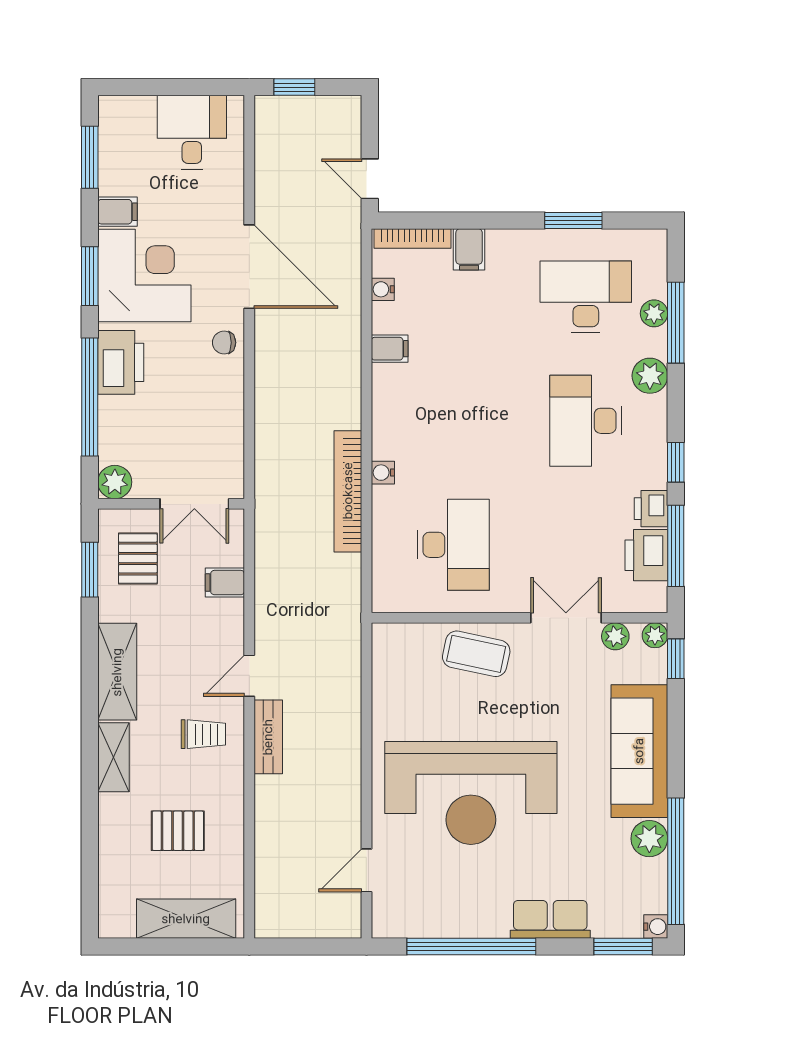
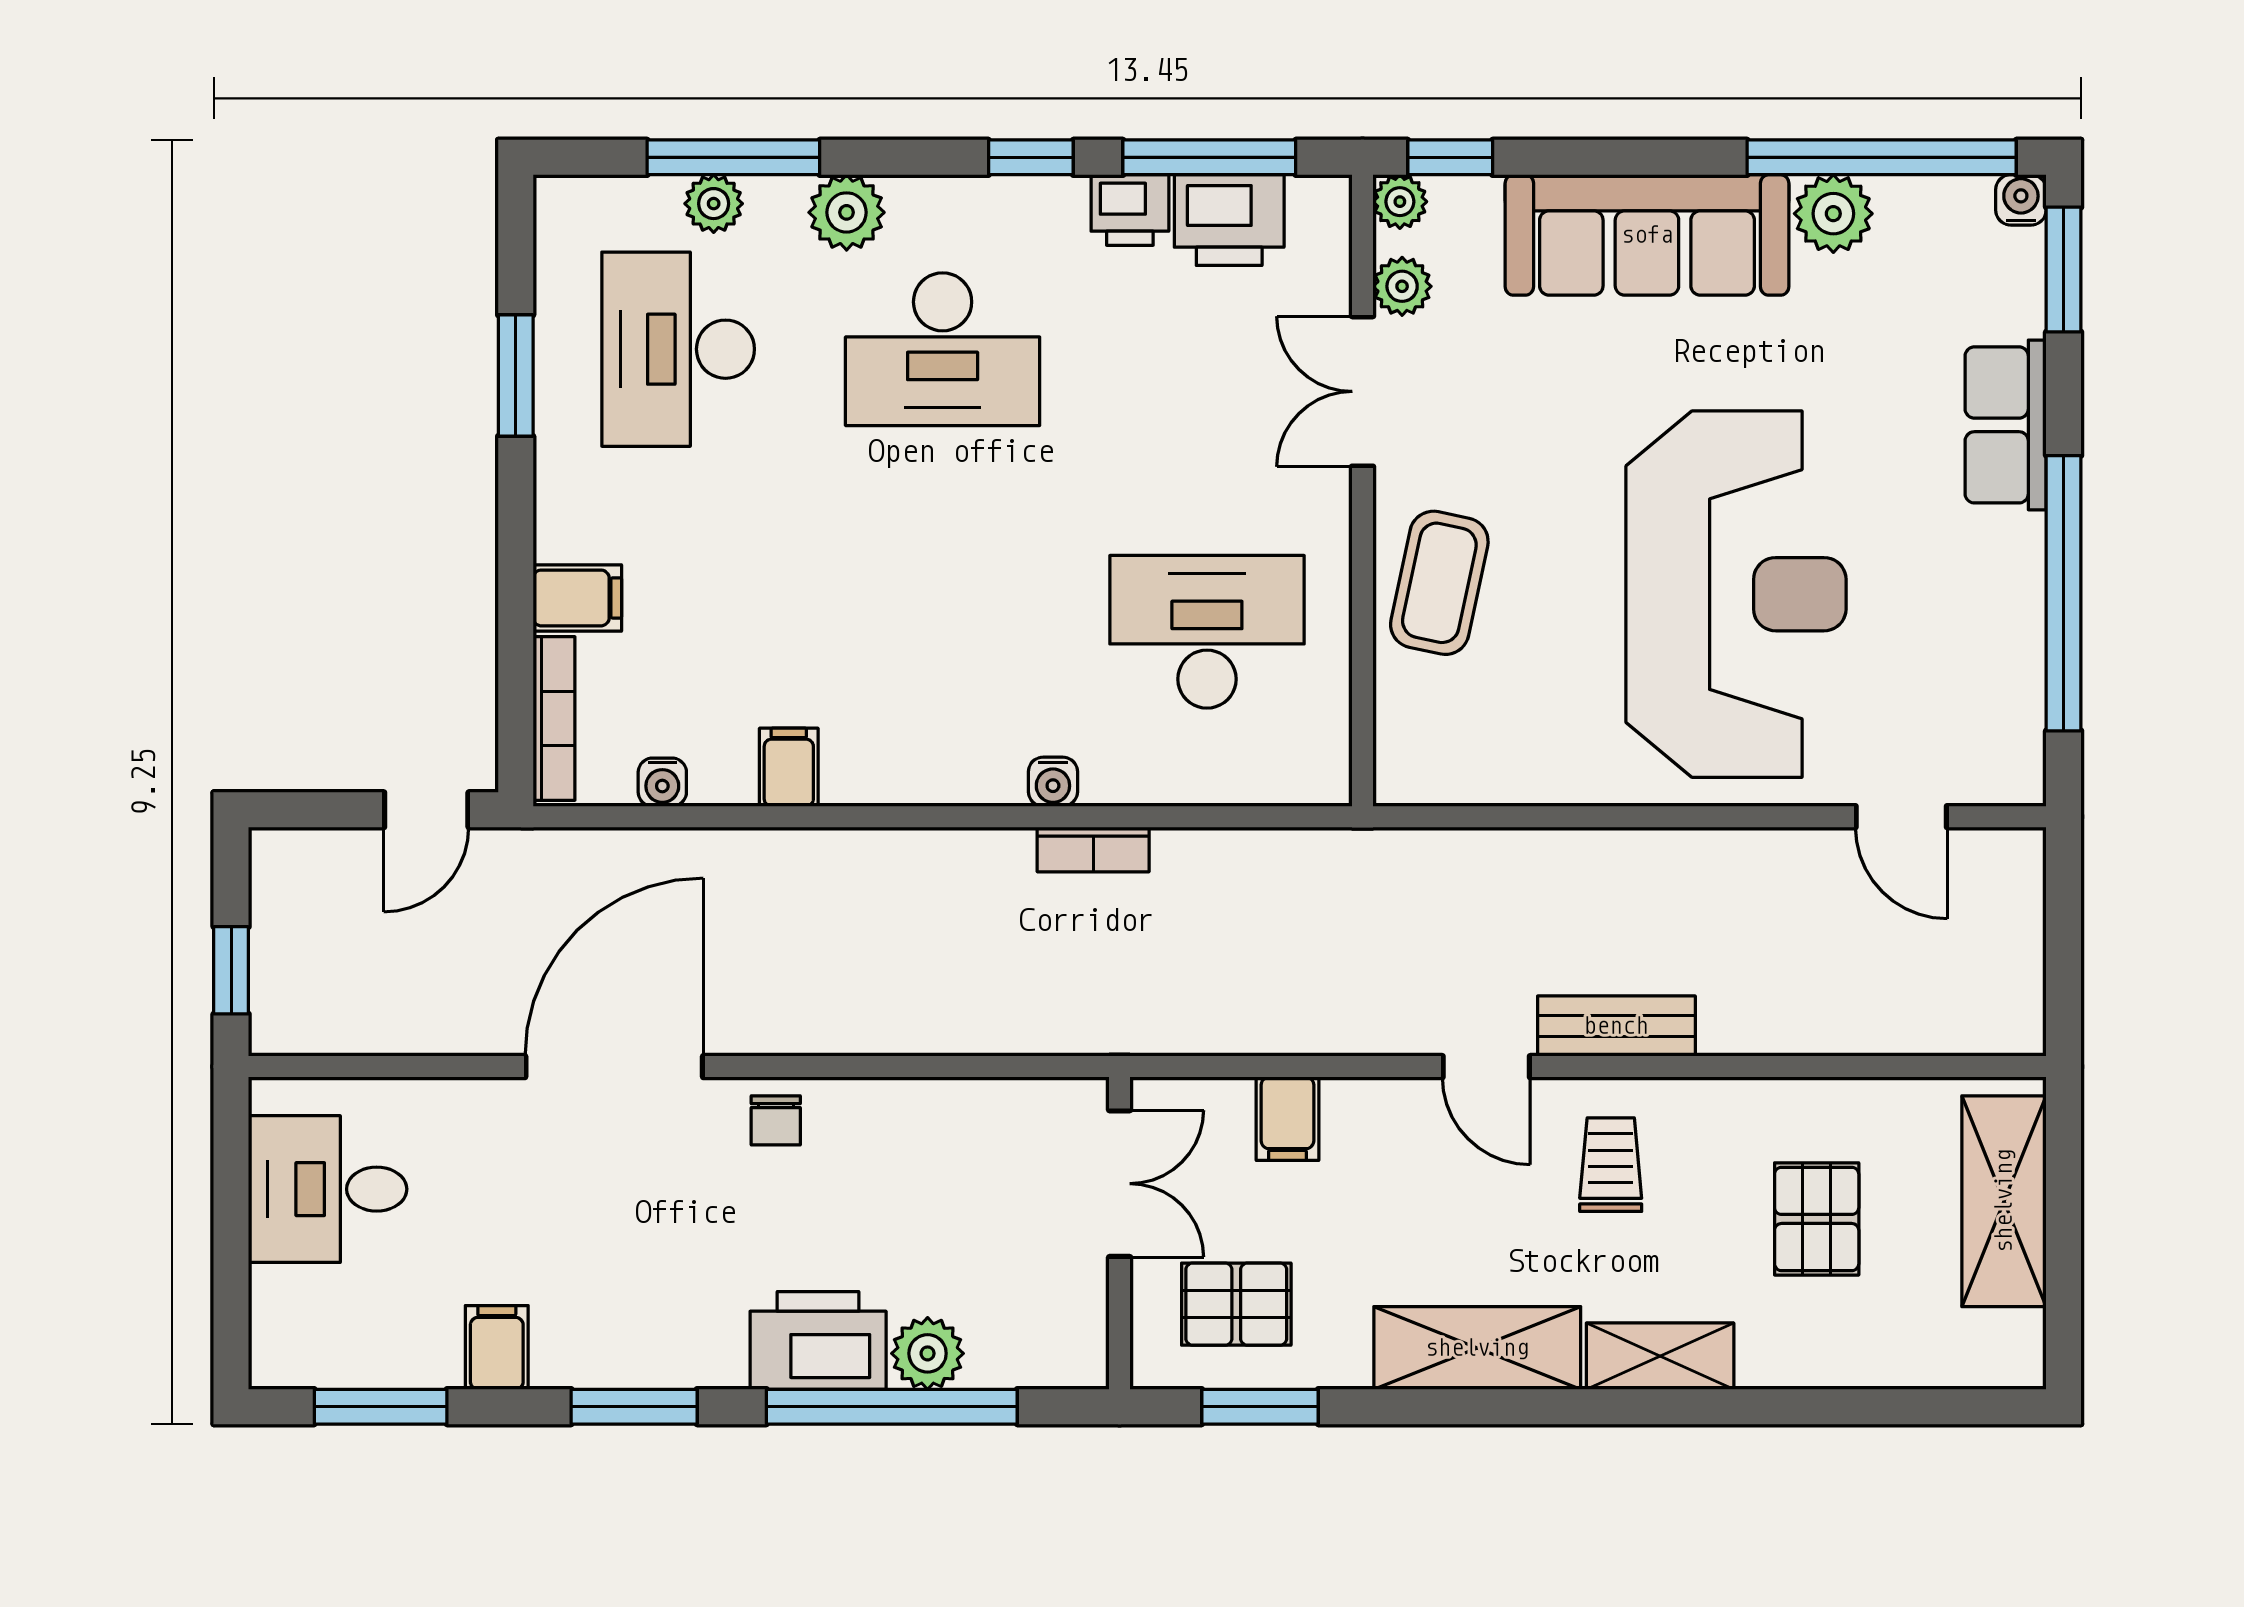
corner desk: (144, 275) -> (633, 1290), removed
plant: (115, 482) -> (928, 1353), moved
bookcase: (348, 491) -> (1093, 849), width x0.43, depth x0.76

